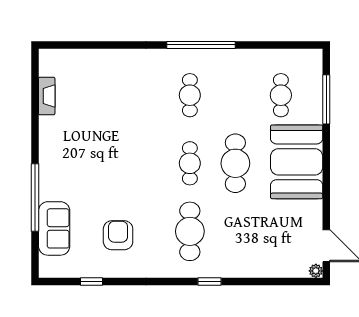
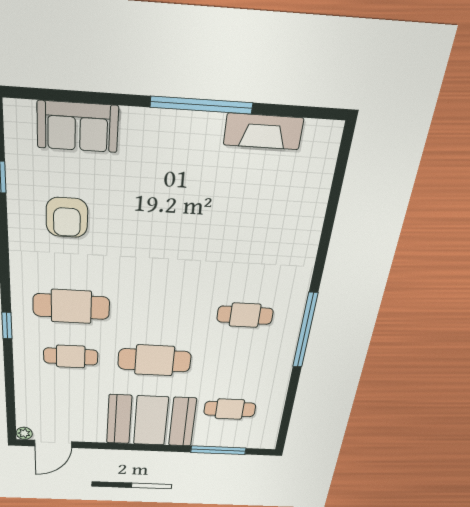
fireplace: (47, 96) -> (263, 131), width x1.37, depth x1.32
cafe table: (190, 163) -> (71, 356), moved
window: (35, 198) -> (201, 105), moved
armchair: (118, 235) -> (67, 217), turned 90

